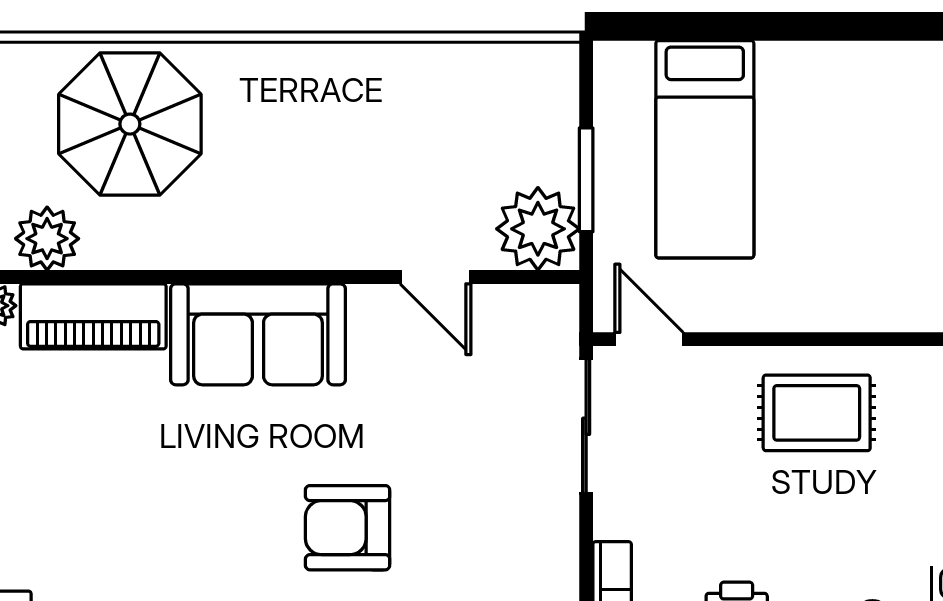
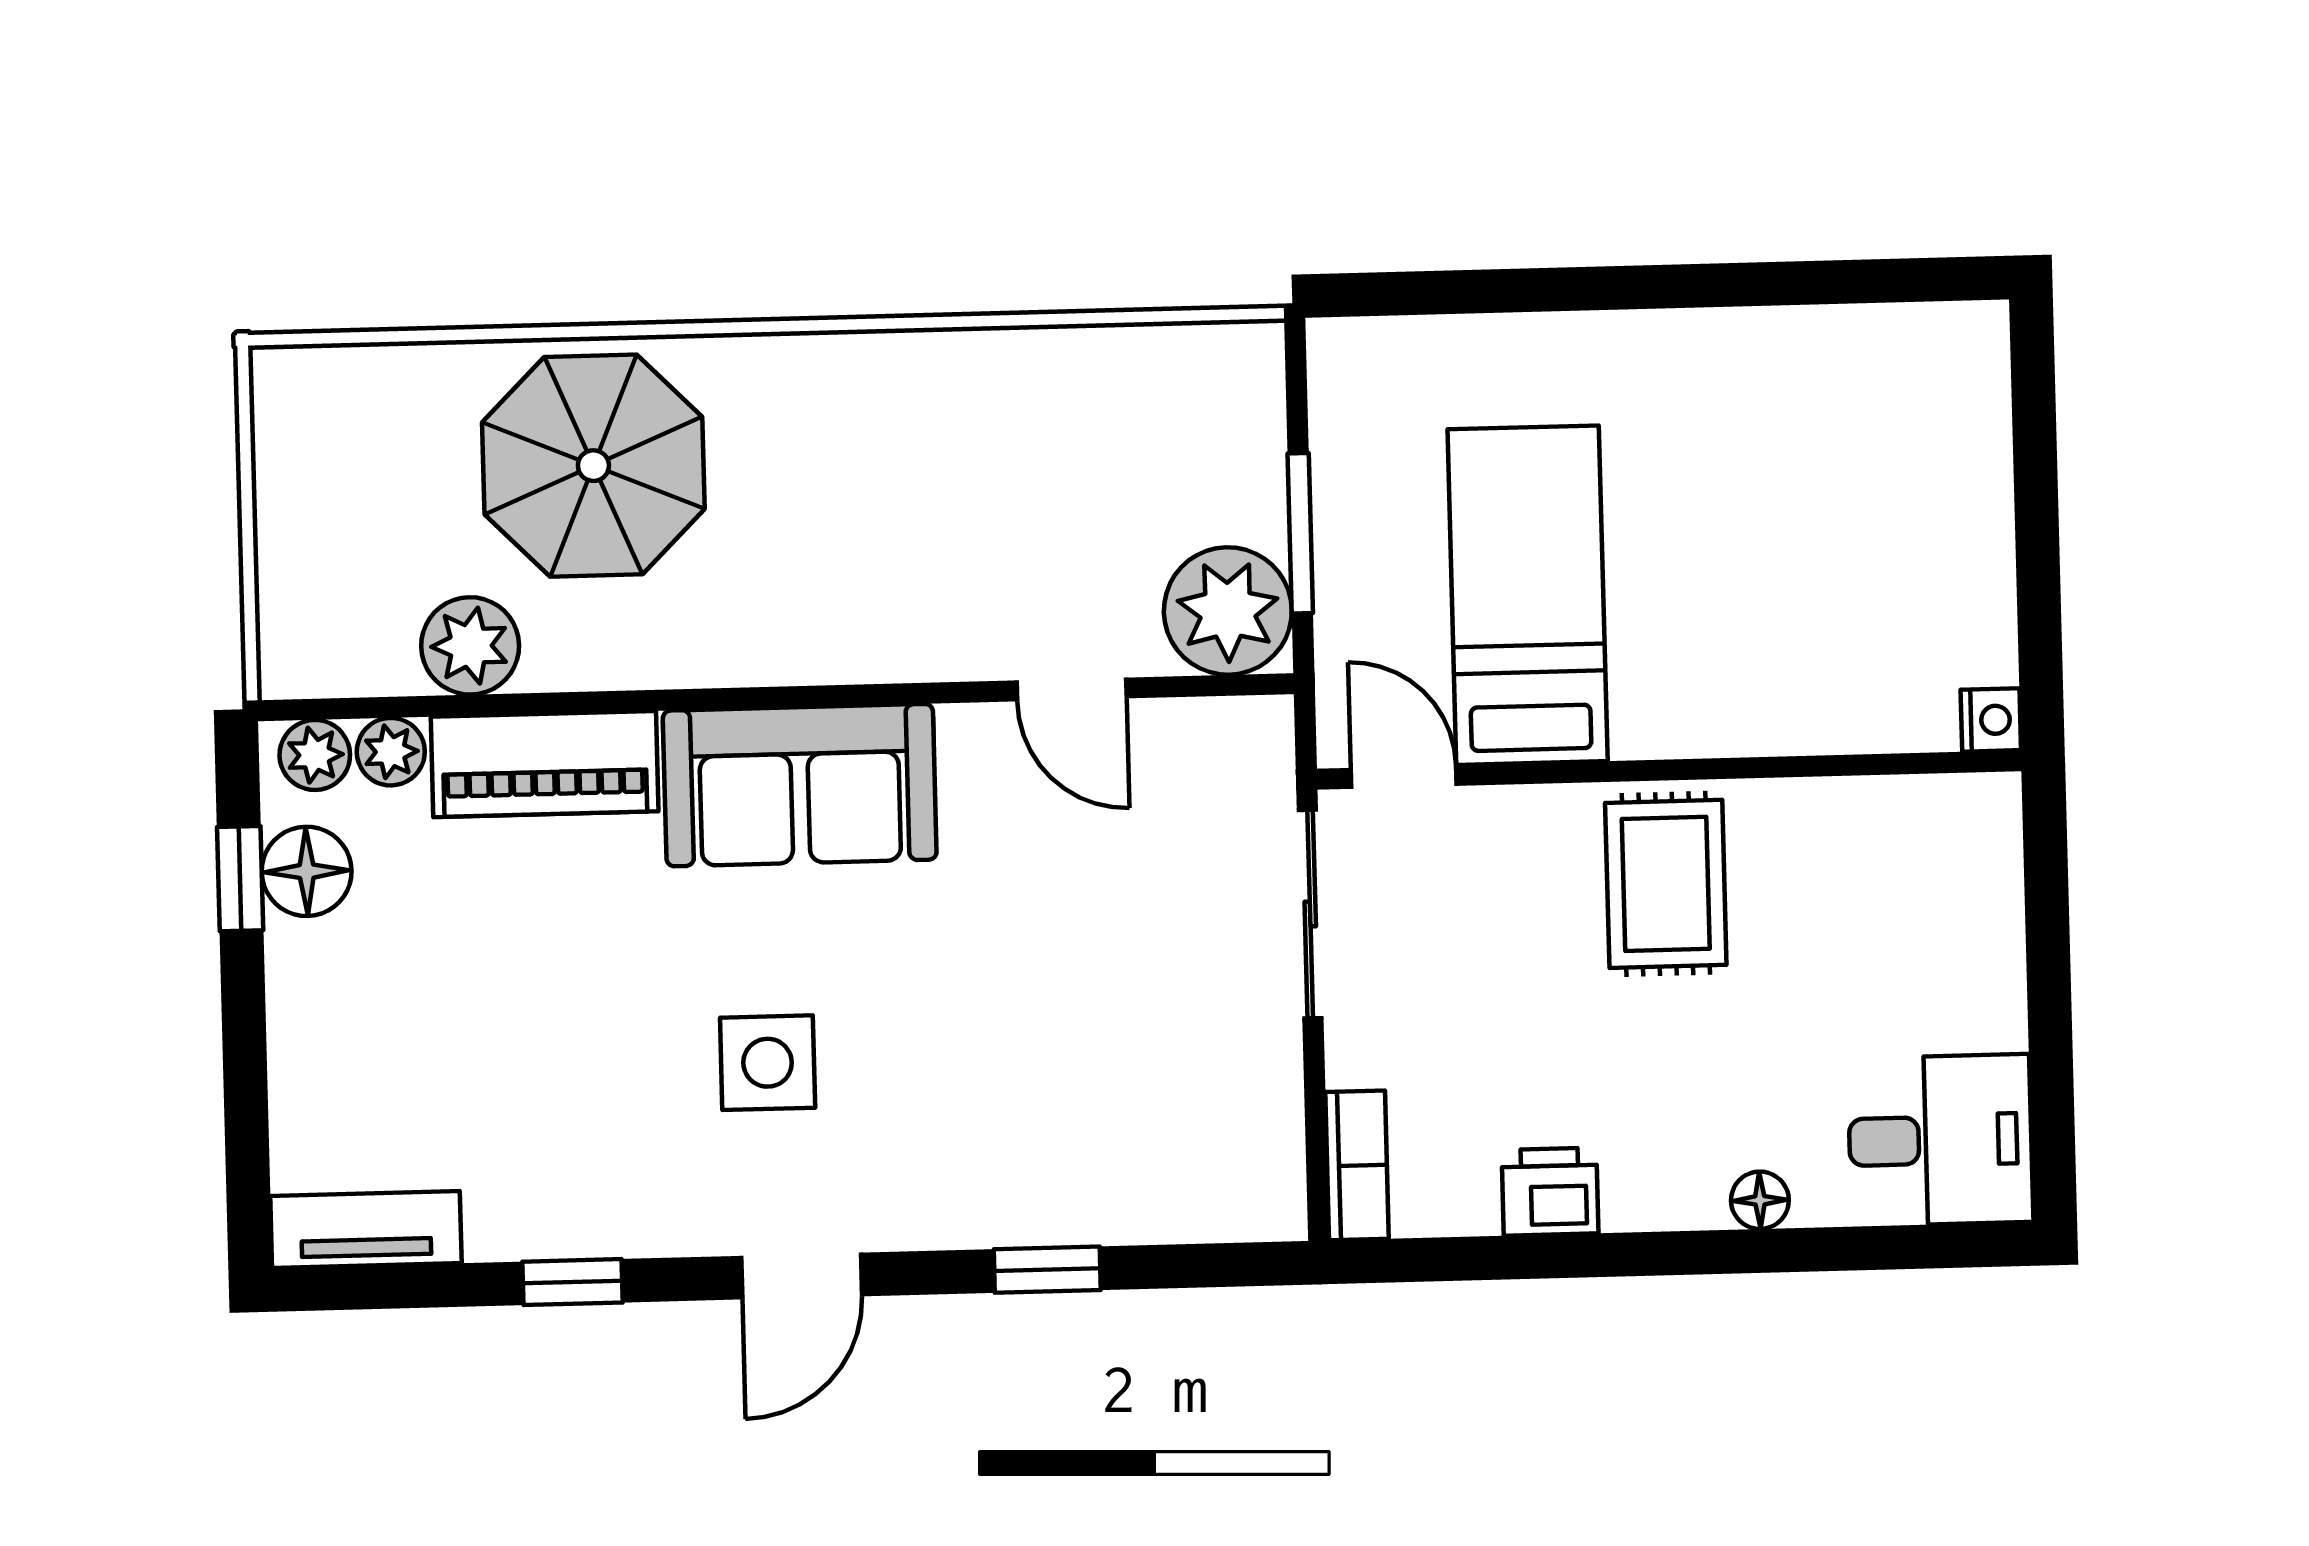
bed: (705, 149) -> (1528, 595), moved, turned 180
rug: (817, 413) -> (1666, 884), turned 90
side table: (232, 513) -> (768, 1063), added
armchair: (348, 528) -> (946, 1080), removed

